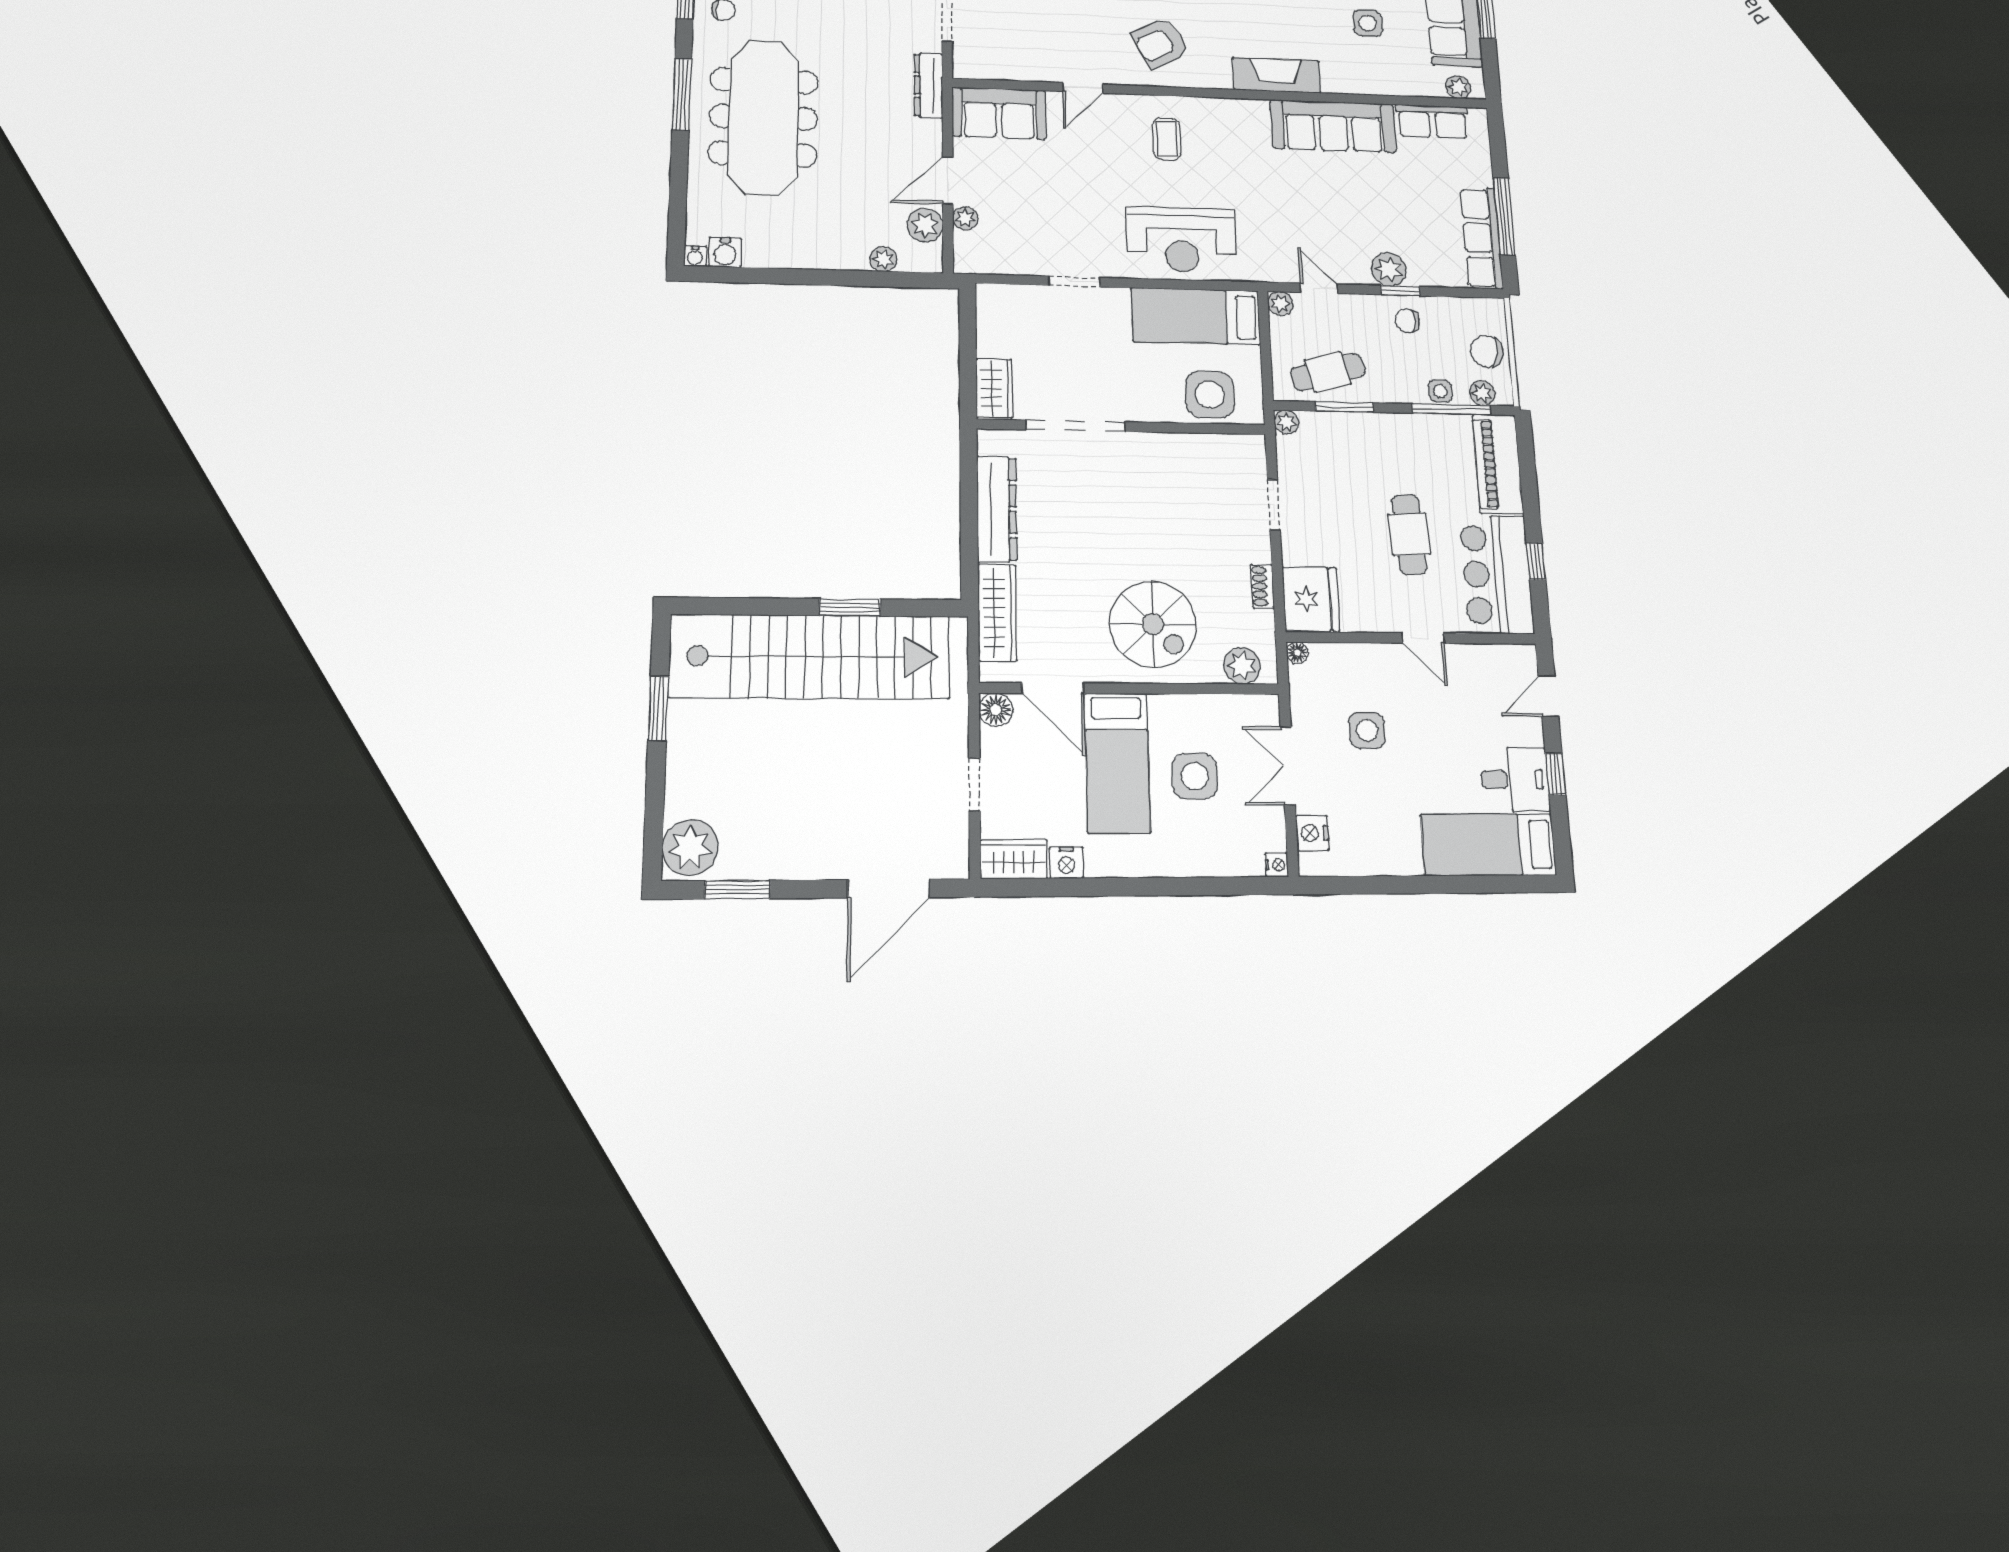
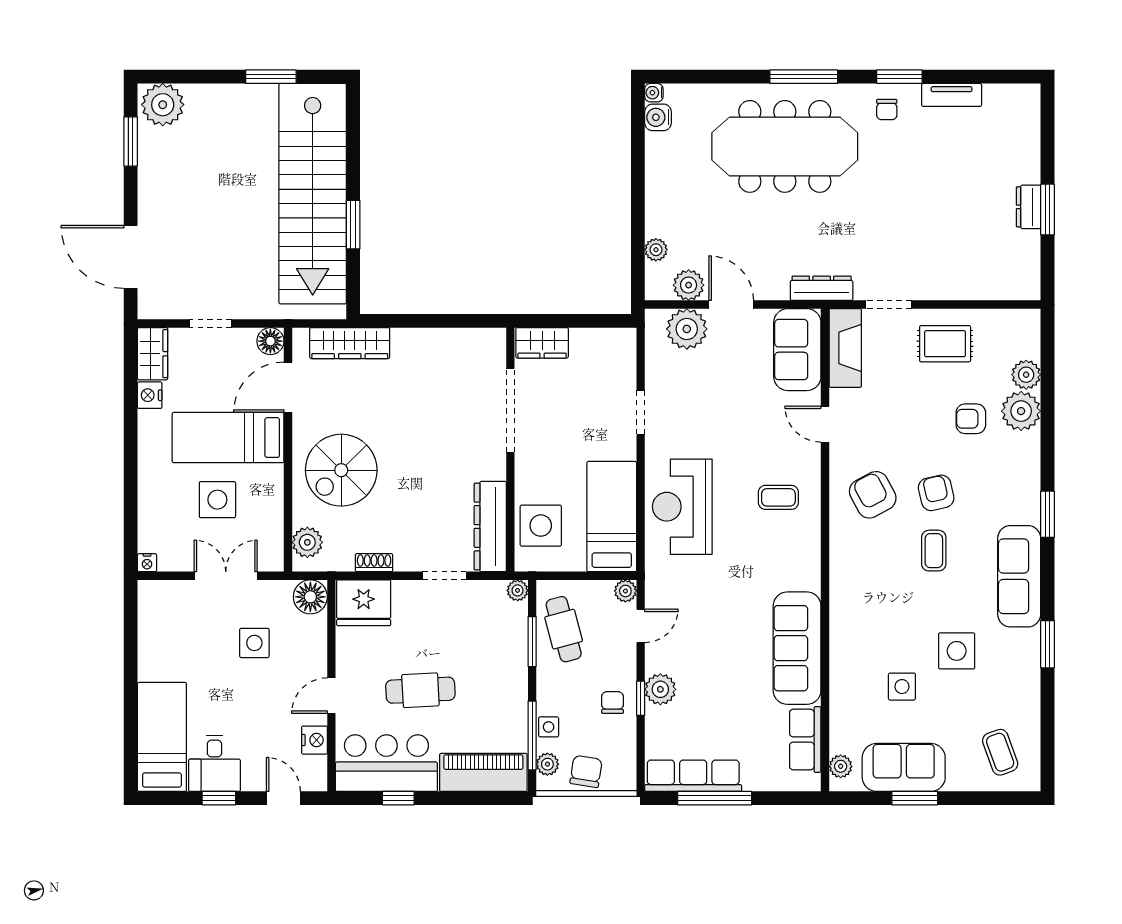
fireplace: (1277, 75) -> (845, 348), moved
plant: (965, 218) -> (687, 329), width x1.88, depth x1.88
dresser: (997, 509) -> (490, 527), moved, turned 90
floor lamp: (1297, 653) -> (310, 597), width x1.89, depth x1.89
nightstand: (1312, 833) -> (314, 740), moved, turned 90

